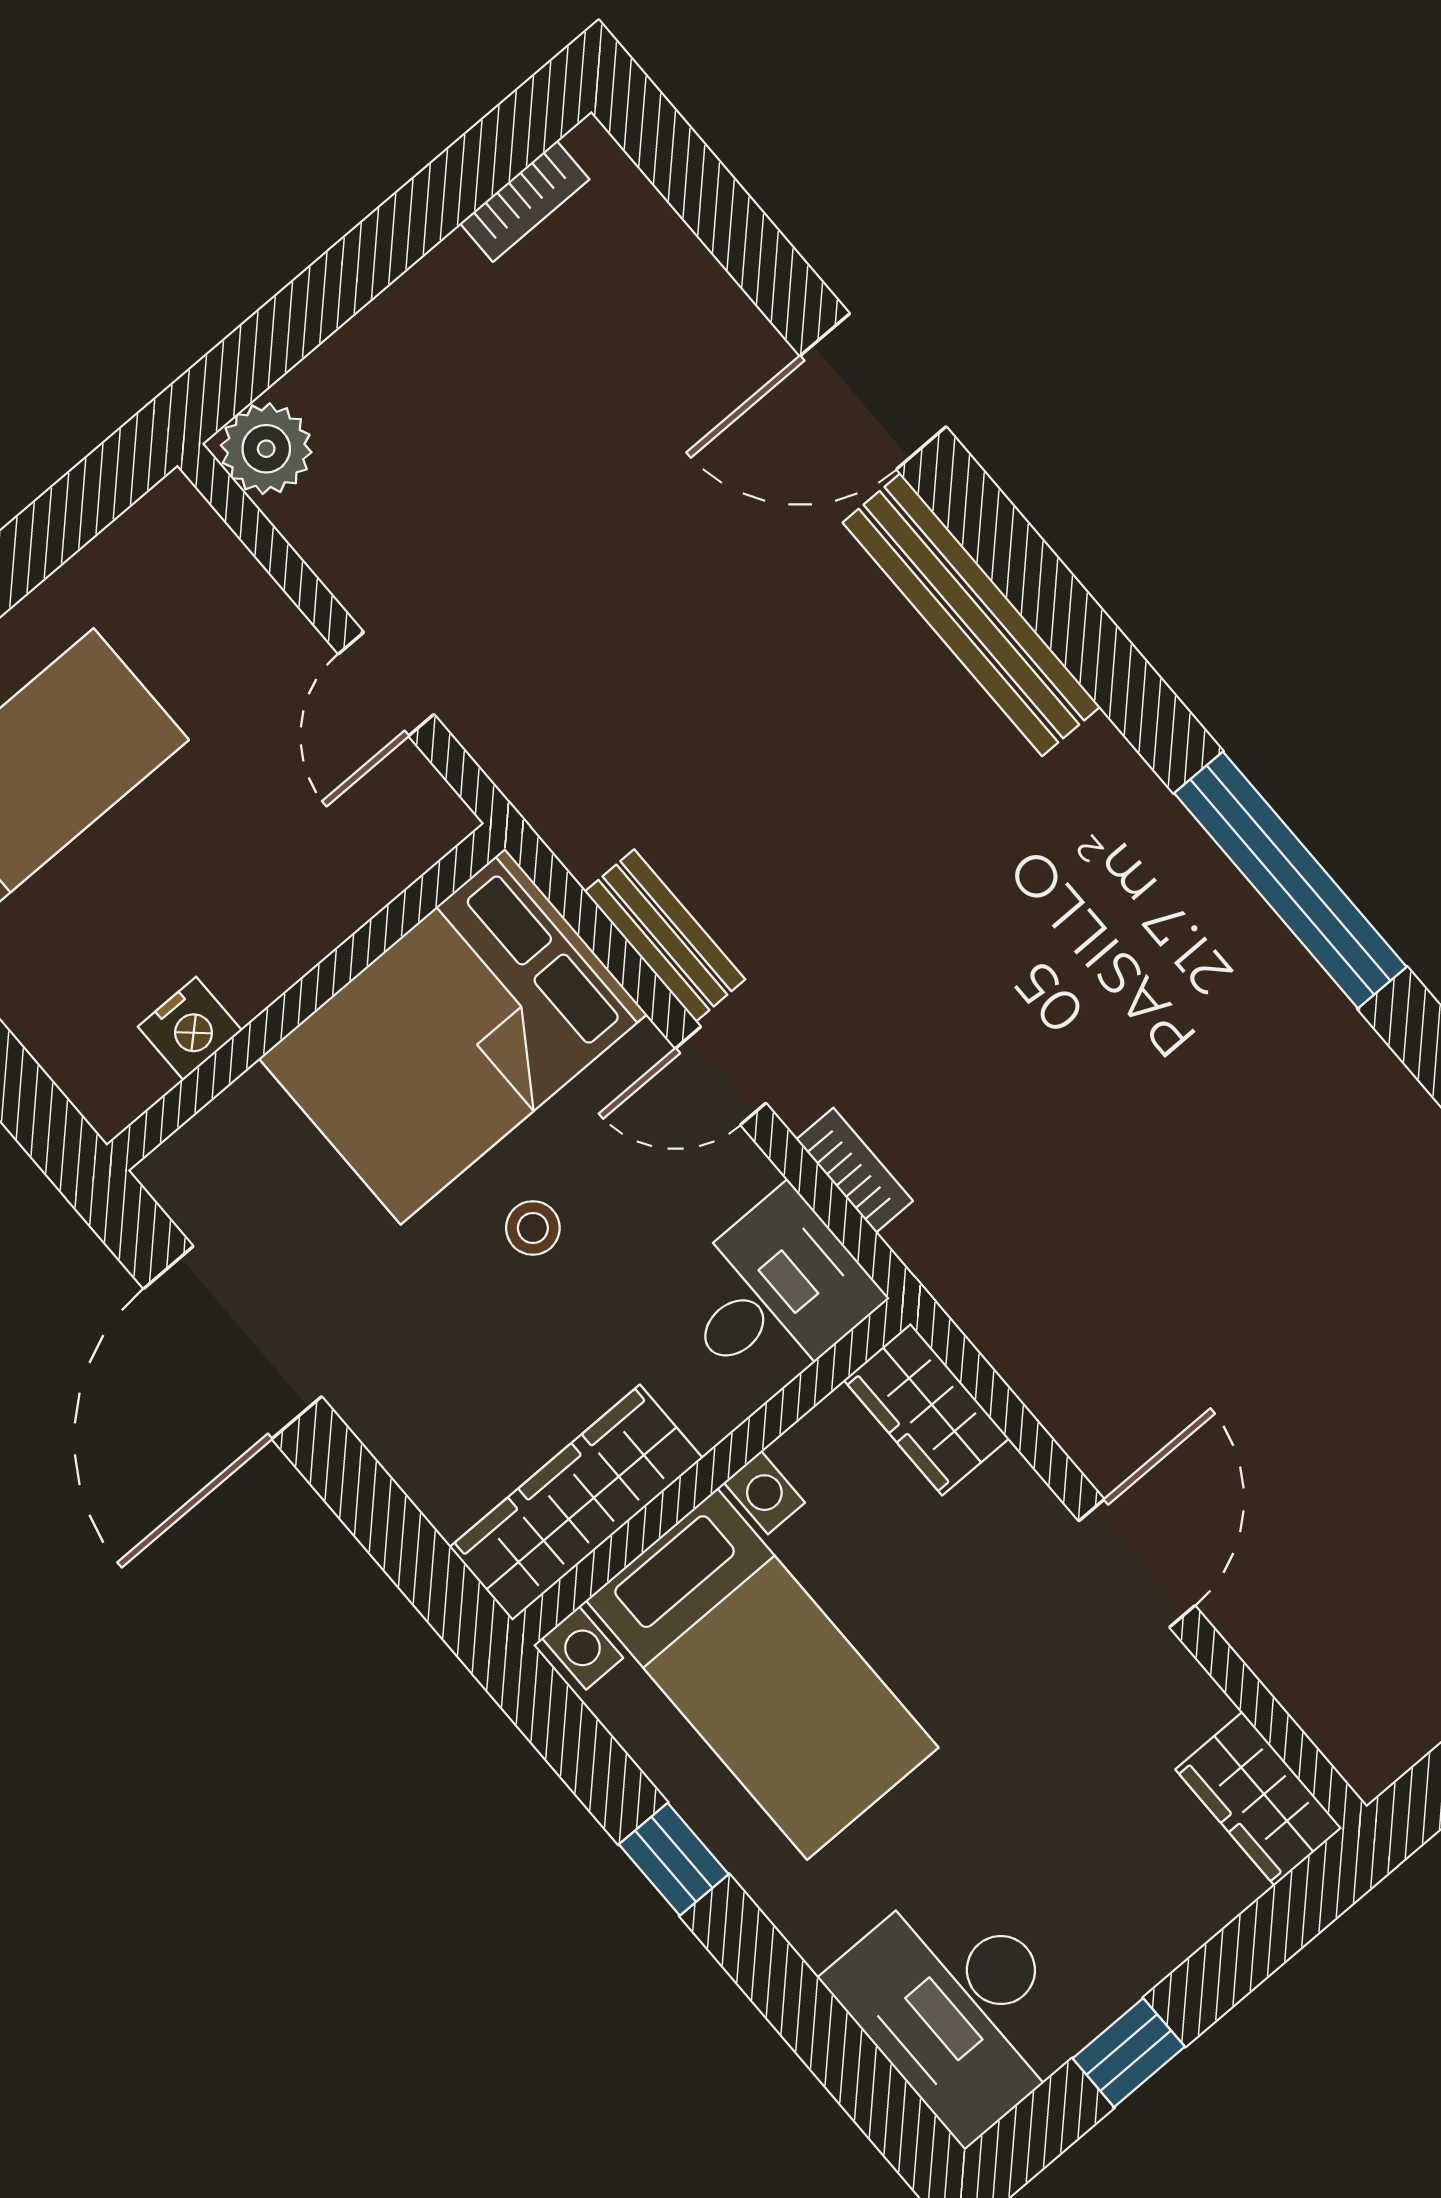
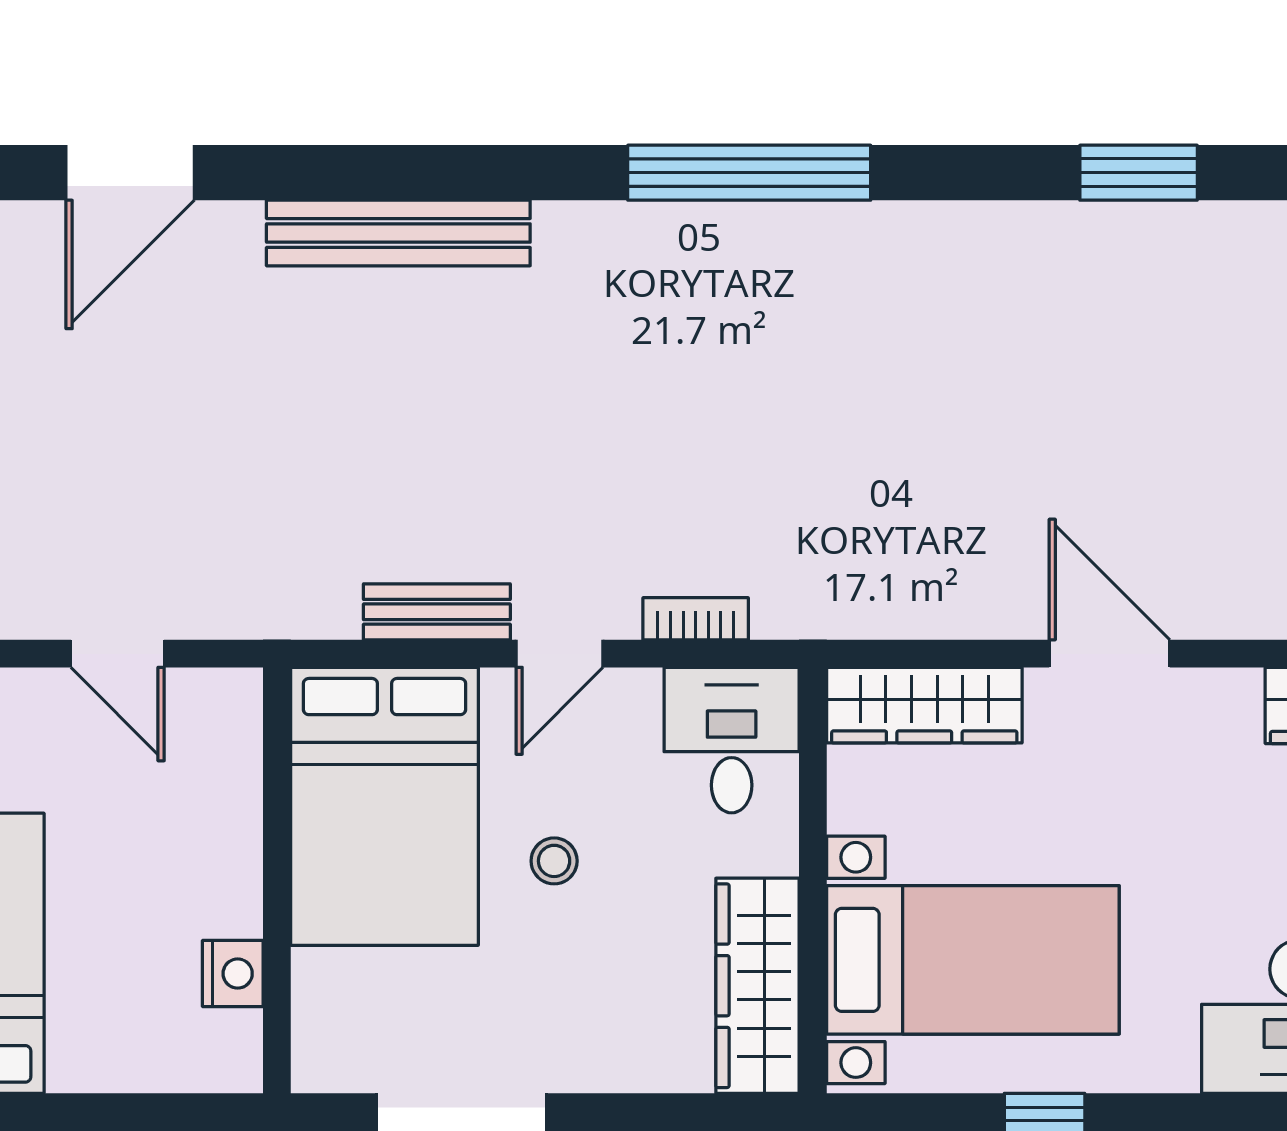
door: (873, 391) -> (130, 173), moved
wardrobe: (926, 1409) -> (924, 705), width x1.50

